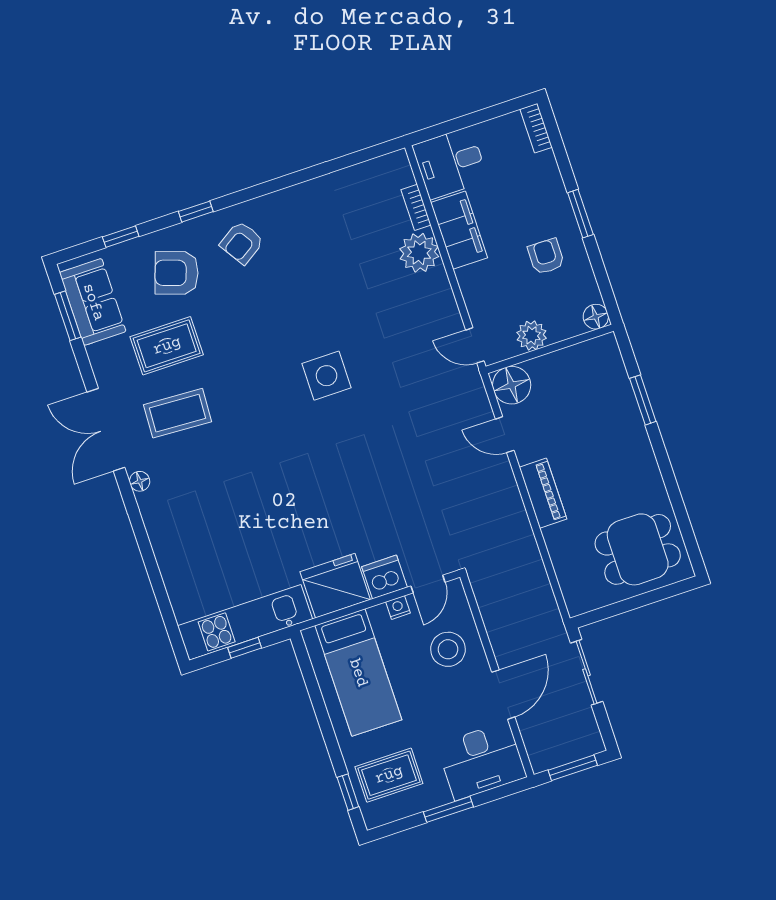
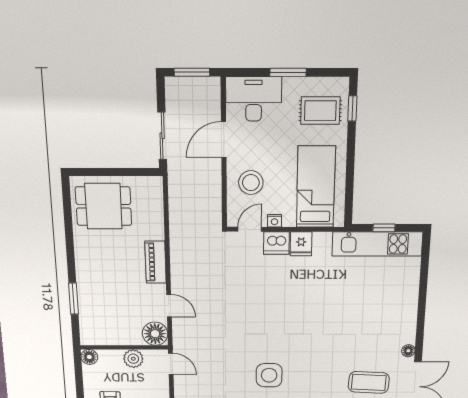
fridge: (335, 586) -> (301, 244), width x0.53, depth x0.75

